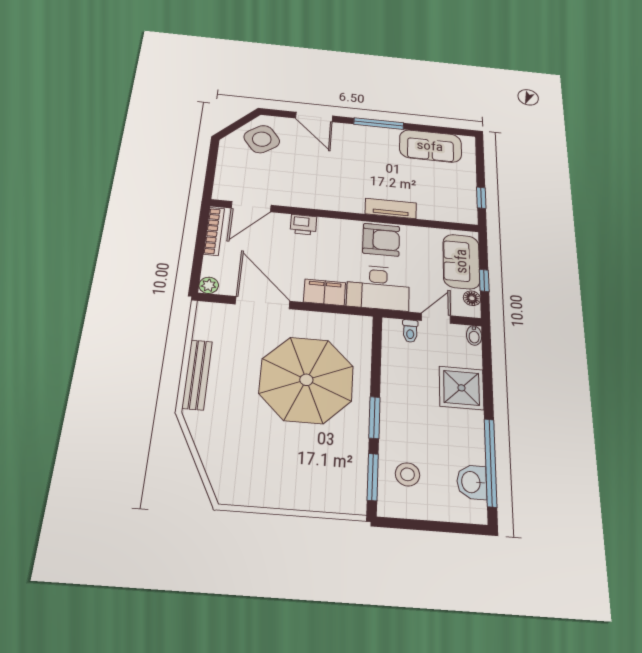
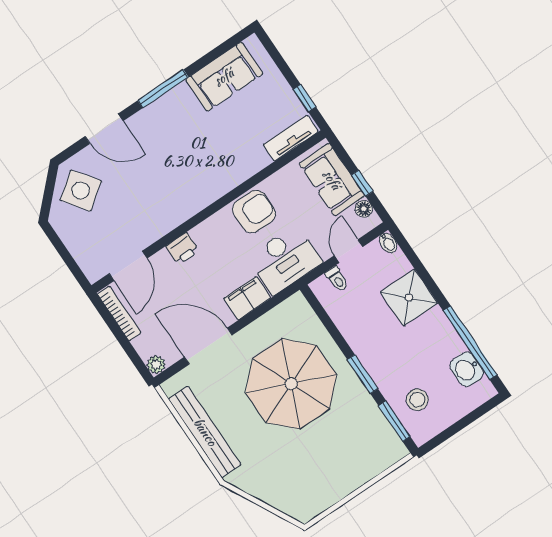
tv unit: (391, 208) -> (291, 138), moved
bench: (197, 375) -> (205, 432), width x1.37, depth x1.21

